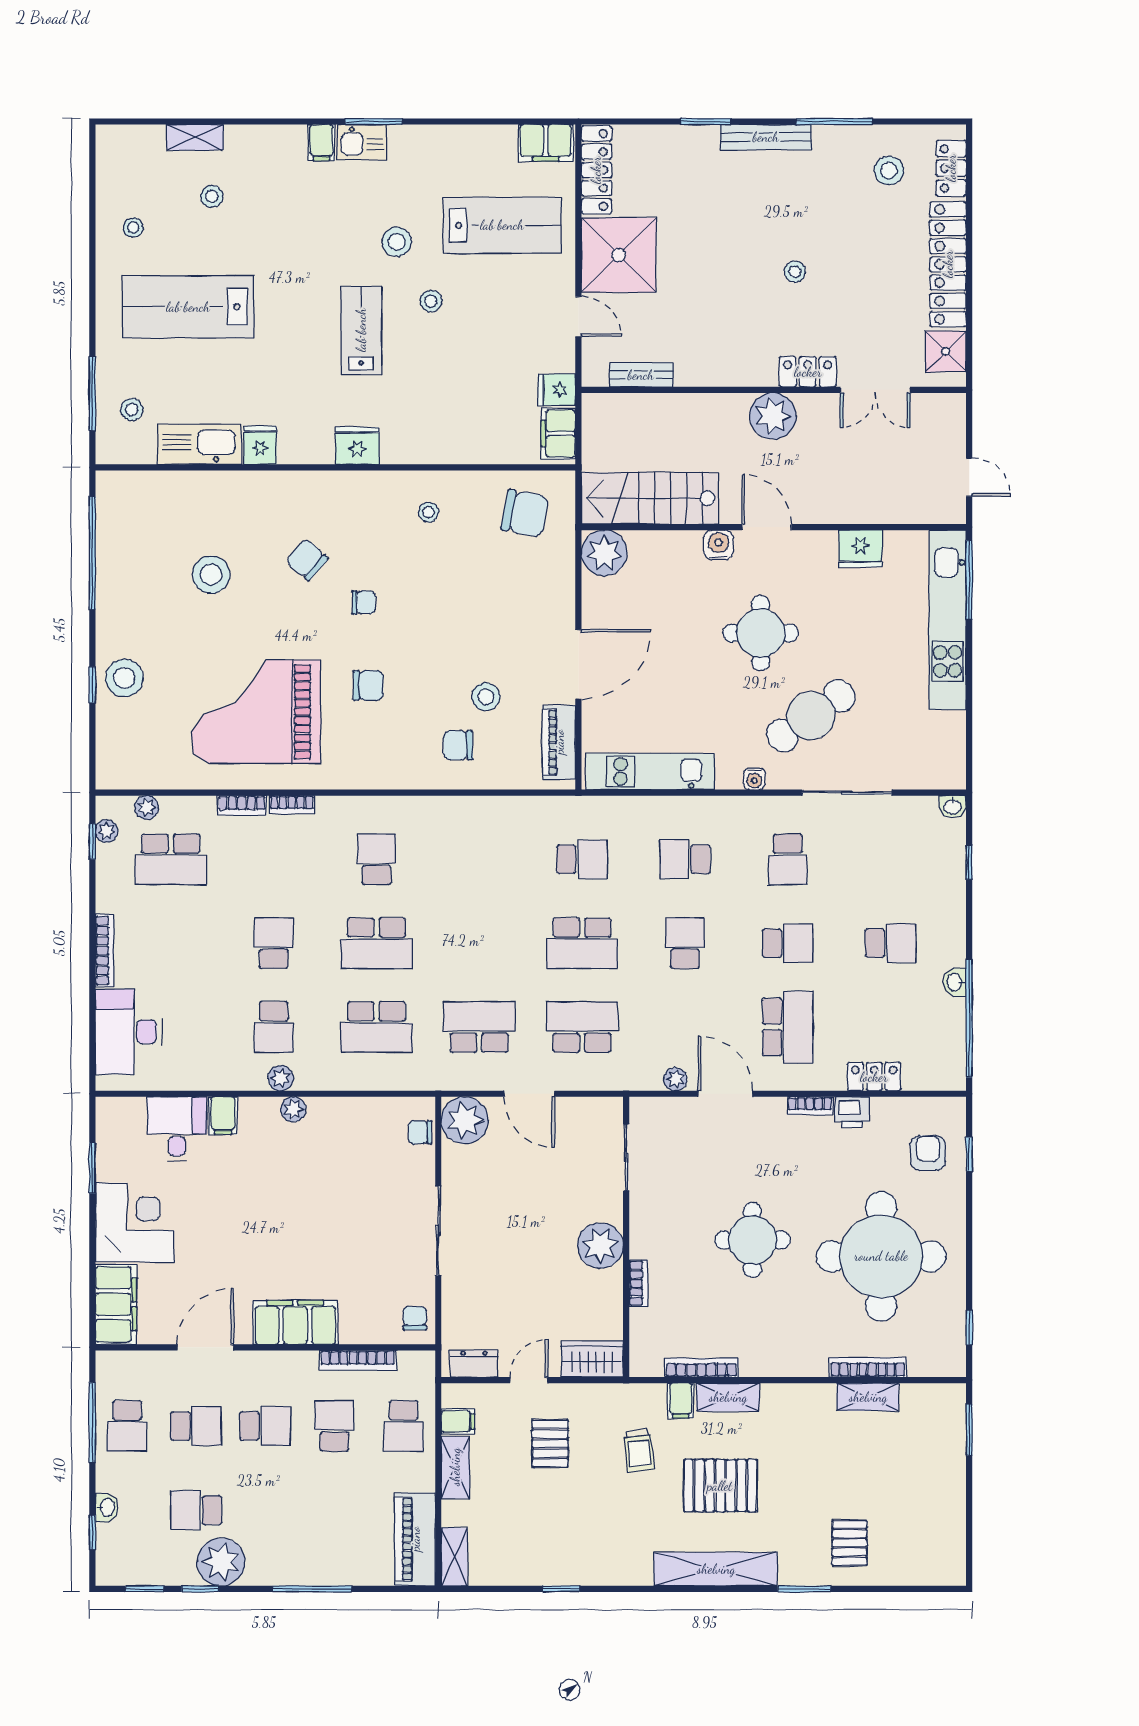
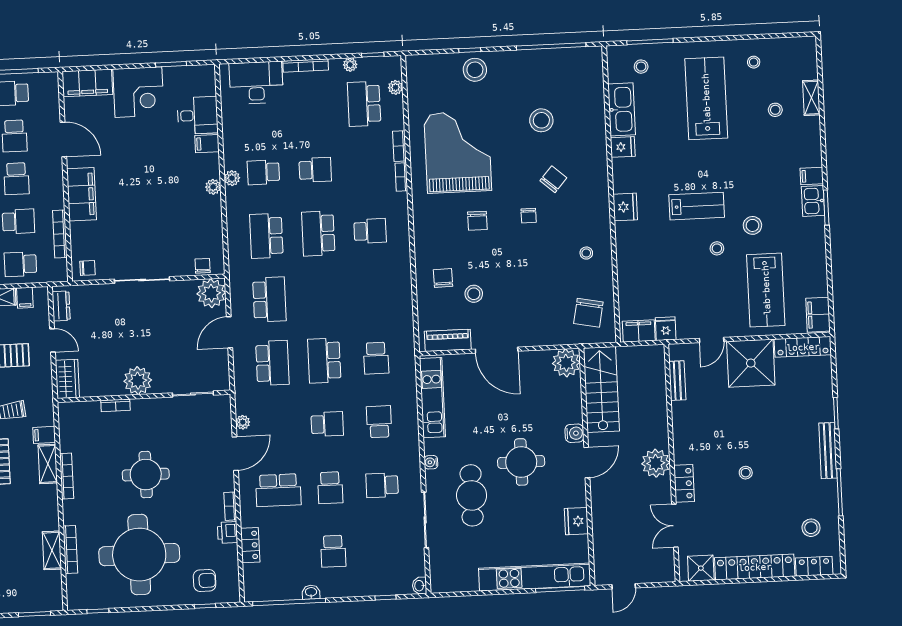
cafe table: (811, 716) -> (472, 495), turned 35
plant: (107, 831) -> (350, 65), moved
bookcase: (701, 1368) -> (67, 476), moved

